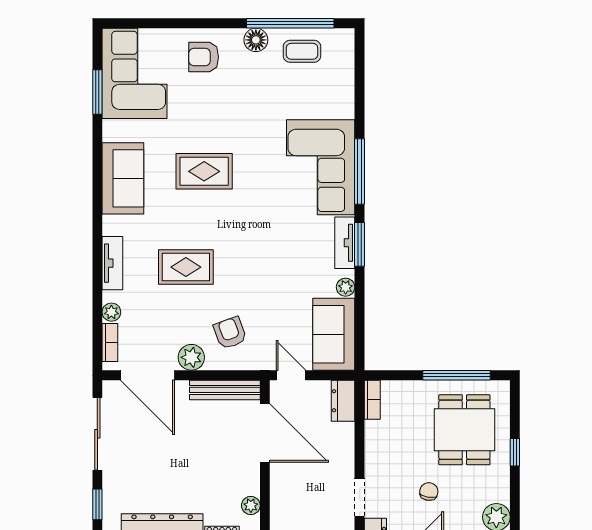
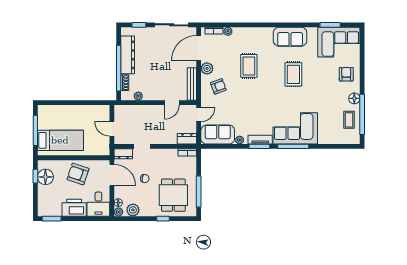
tv unit: (112, 263) -> (251, 32), removed
dining table: (464, 430) -> (173, 195), turned 90
door: (265, 433) -> (172, 103), width x0.53

